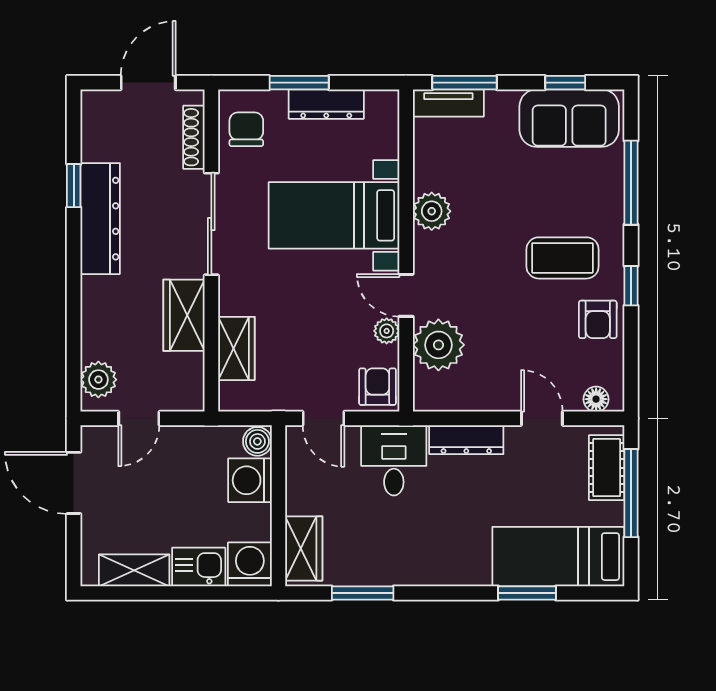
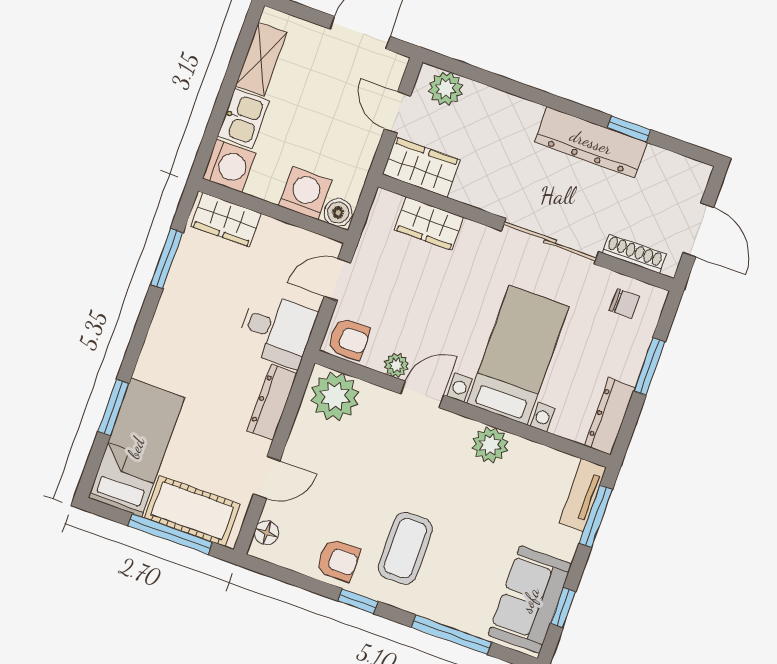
dresser: (326, 104) -> (610, 416), moved
chair: (246, 129) -> (624, 304), width x0.73, depth x0.73
wardrobe: (184, 315) -> (421, 167), moved
armchair: (598, 319) -> (338, 560), turned 180
plant: (438, 345) -> (335, 396), moved
cot: (607, 468) -> (192, 511), width x1.37, depth x1.34

